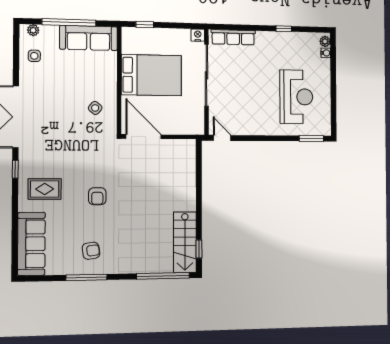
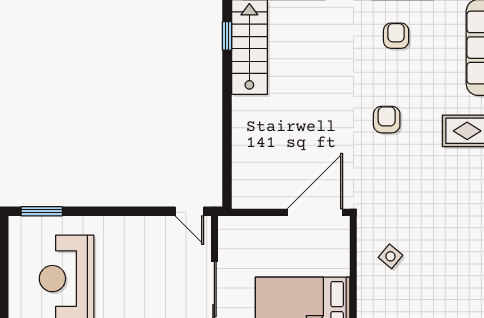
door: (144, 137) -> (315, 212), swing flipped
armchair: (91, 251) -> (396, 36), turned 98

